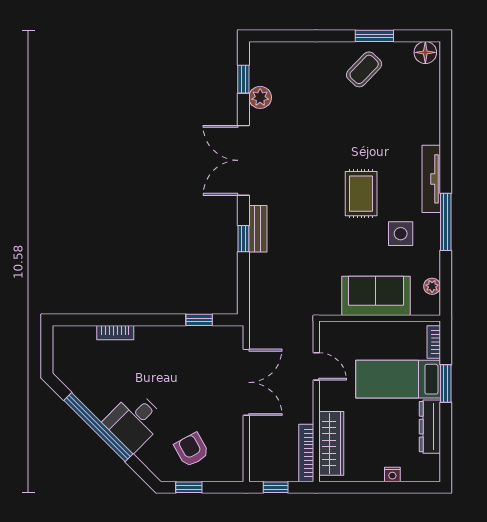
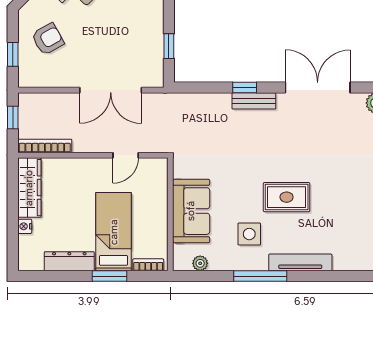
wardrobe: (331, 443) -> (29, 188), moved, turned -90
window: (189, 487) -> (13, 54), moved

